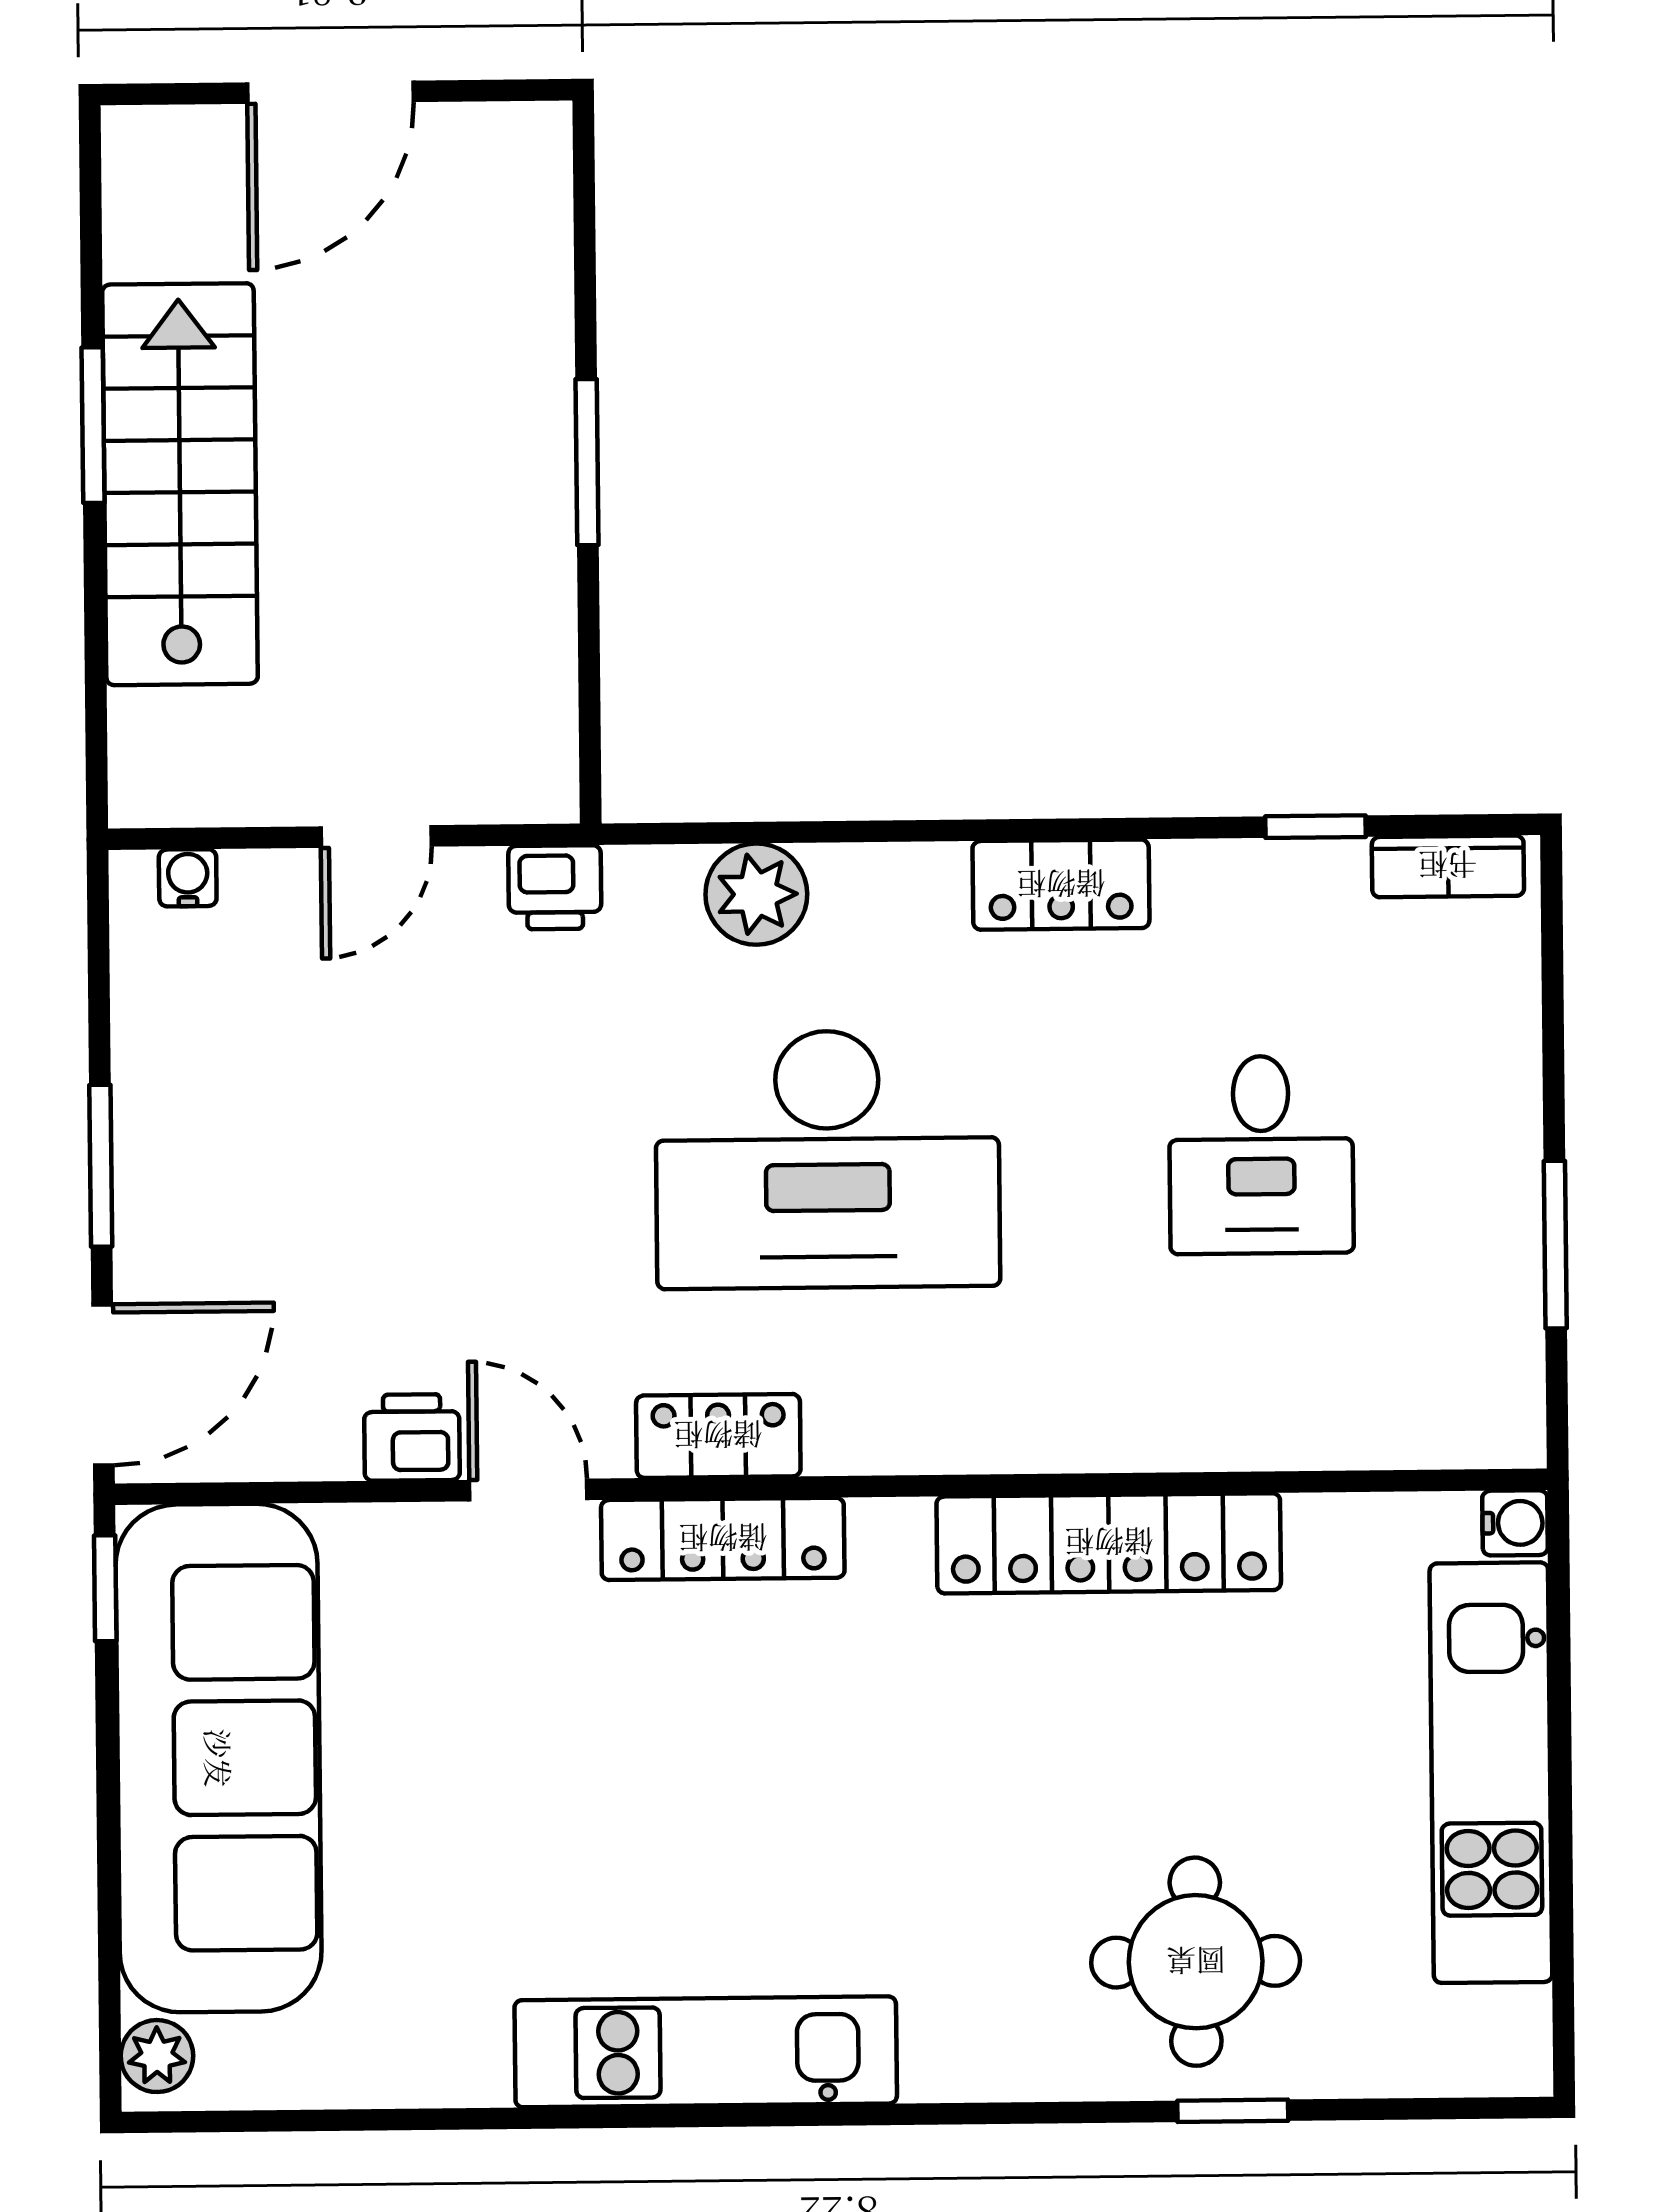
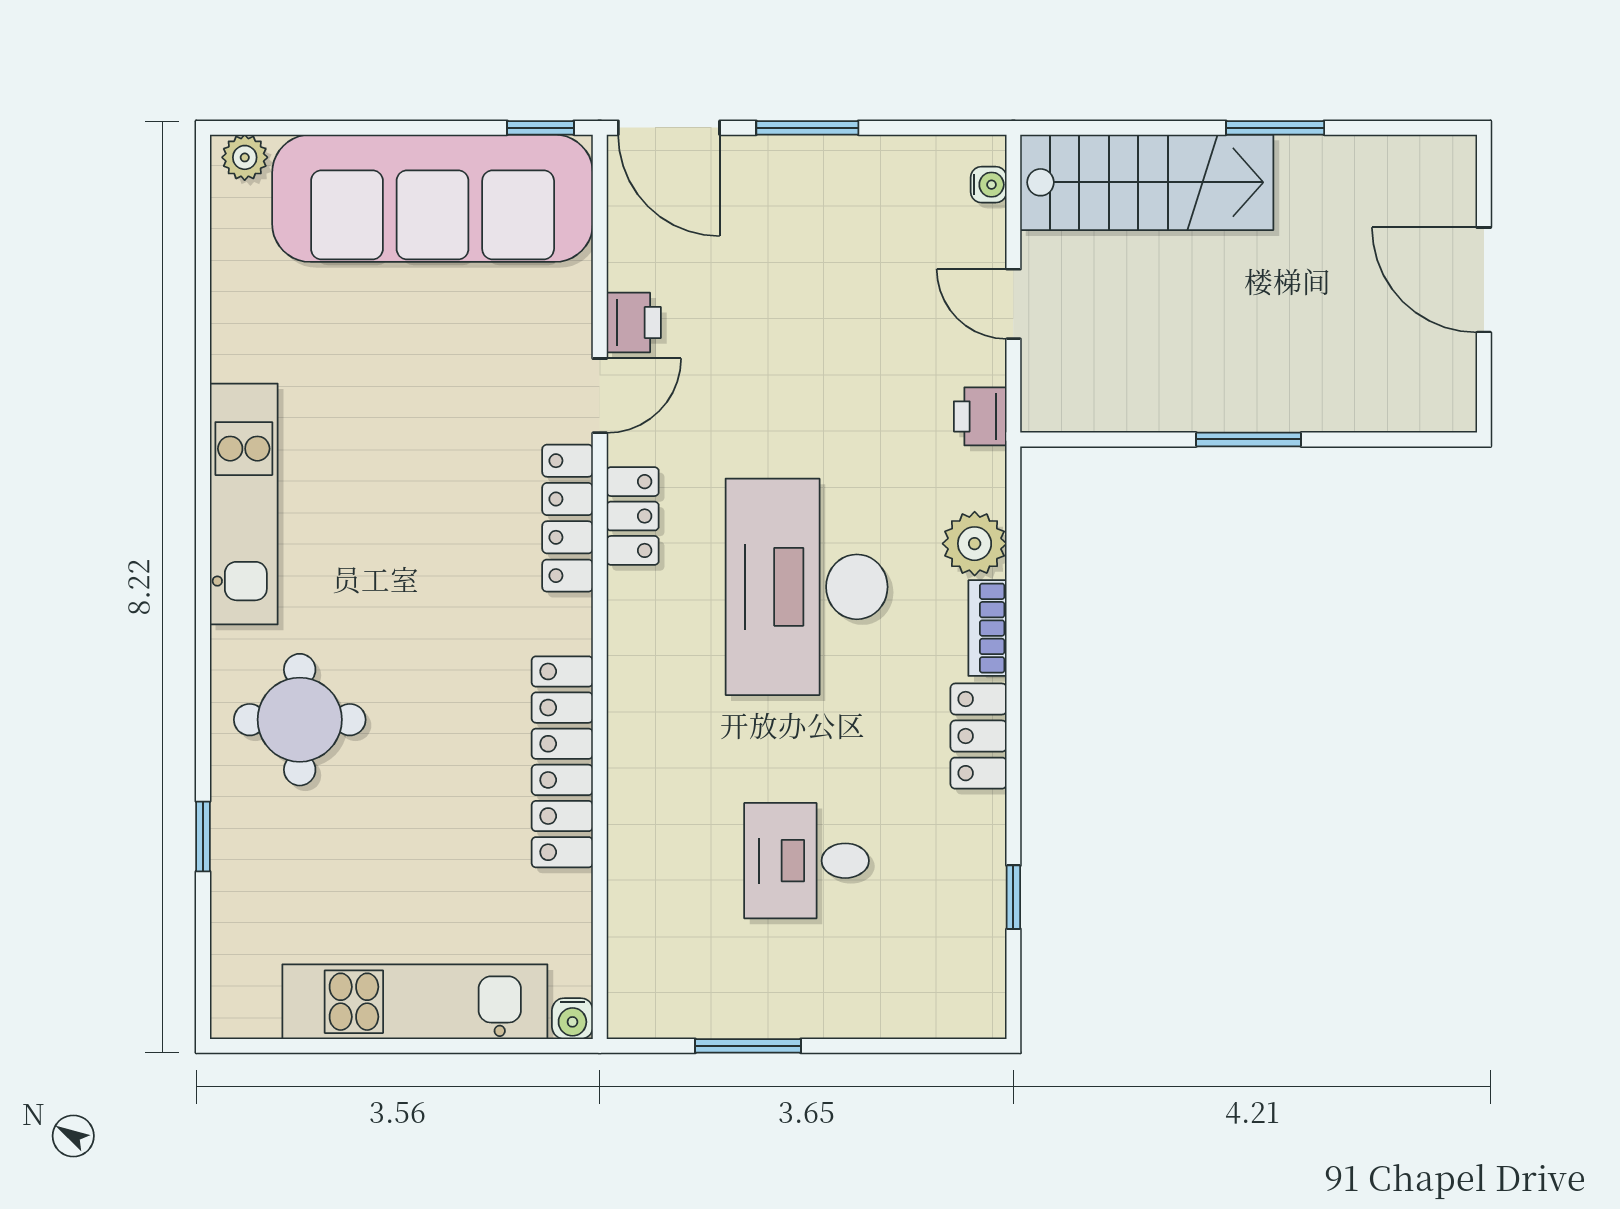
stairs: (180, 484) -> (1147, 182), moved
bookcase: (1448, 866) -> (987, 628), moved
round table: (1196, 1962) -> (300, 720), moved

